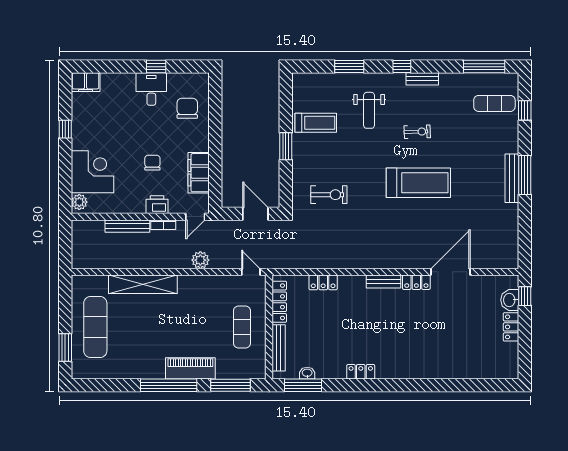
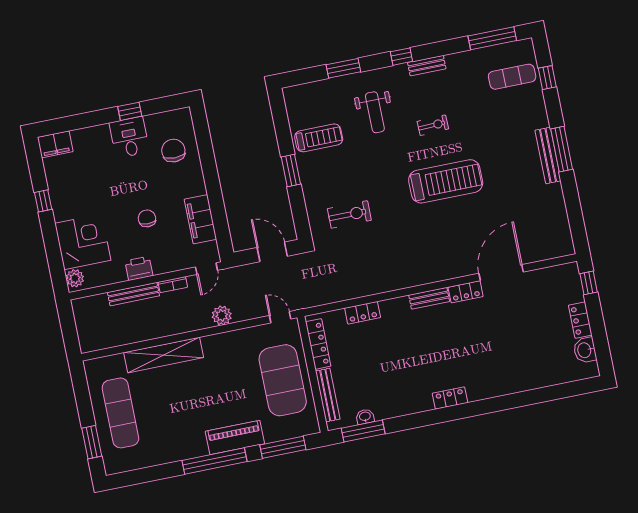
printer: (157, 205) -> (139, 268), moved
washbasin: (510, 300) -> (585, 350), moved
exercise mat: (242, 327) -> (283, 380), width x2.00, depth x1.45
locker: (361, 372) -> (450, 398), moved

